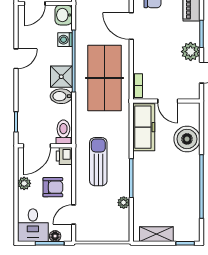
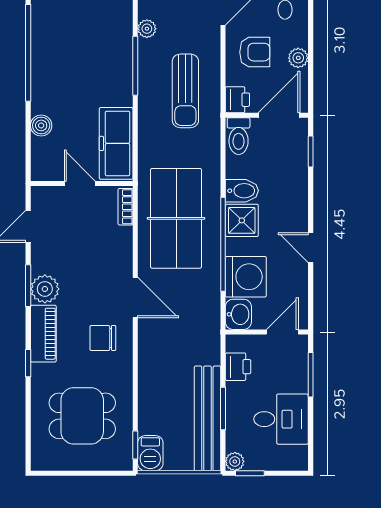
washing machine: (65, 40) -> (246, 277), width x1.89, depth x1.89
plant: (191, 52) -> (45, 289), moved
door: (16, 59) -> (311, 248), hinge flipped
boiler: (187, 139) -> (41, 125), width x0.54, depth x0.54
armchair: (53, 187) -> (255, 52), turned 180

